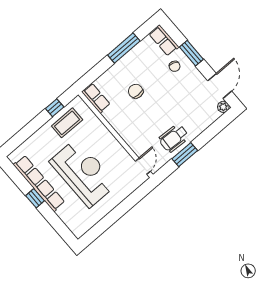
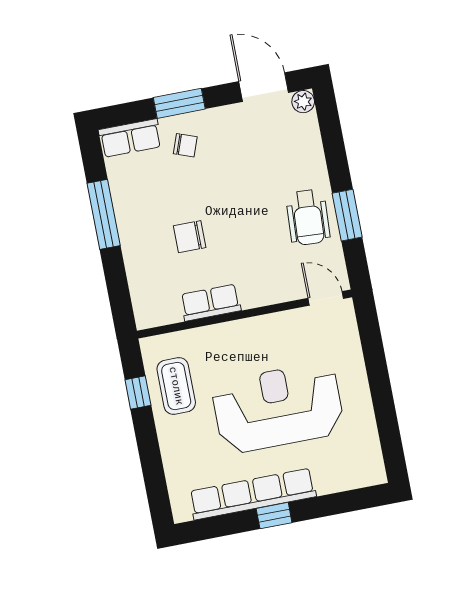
row of seats: (96, 98) -> (211, 303), moved

